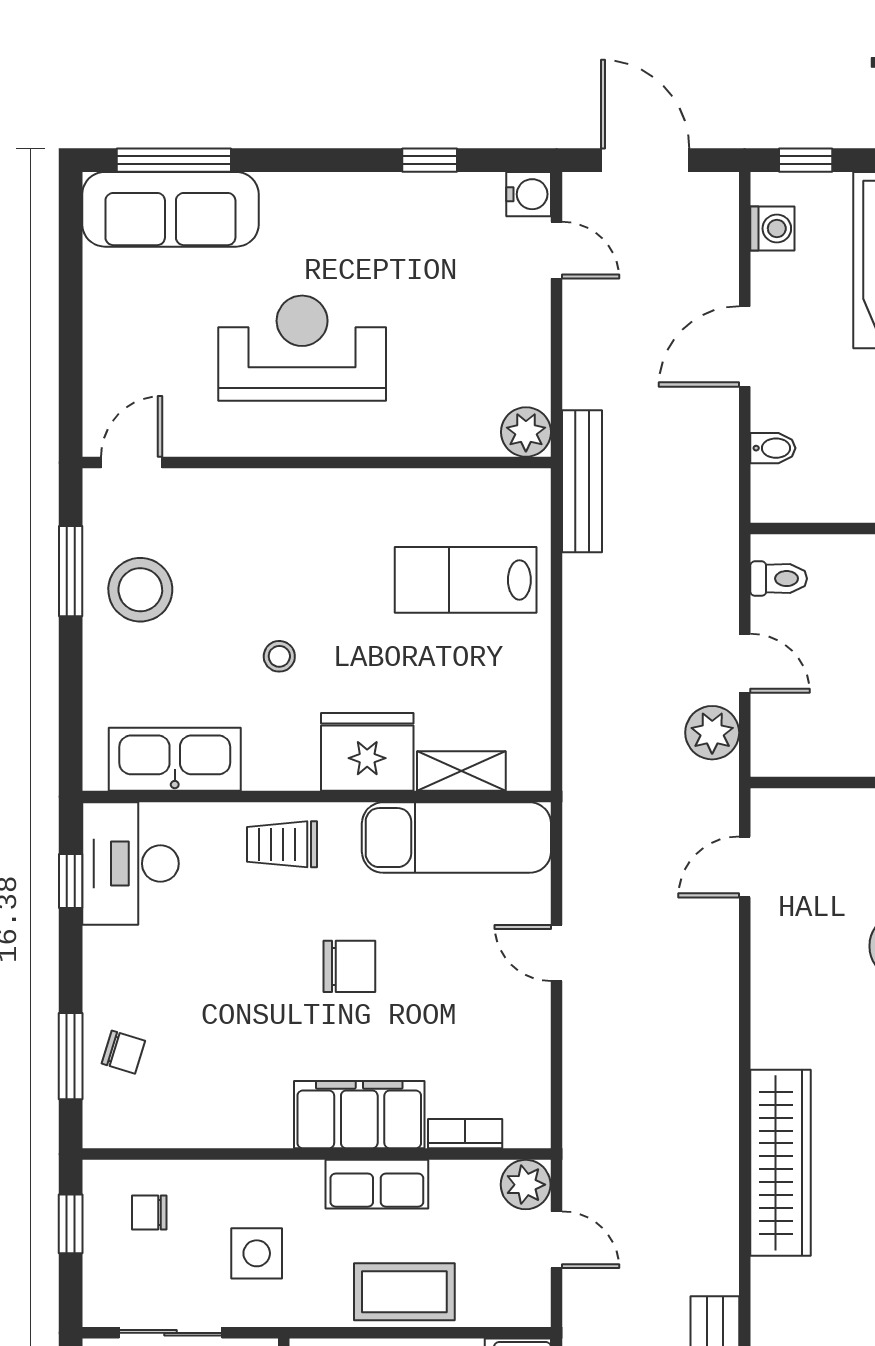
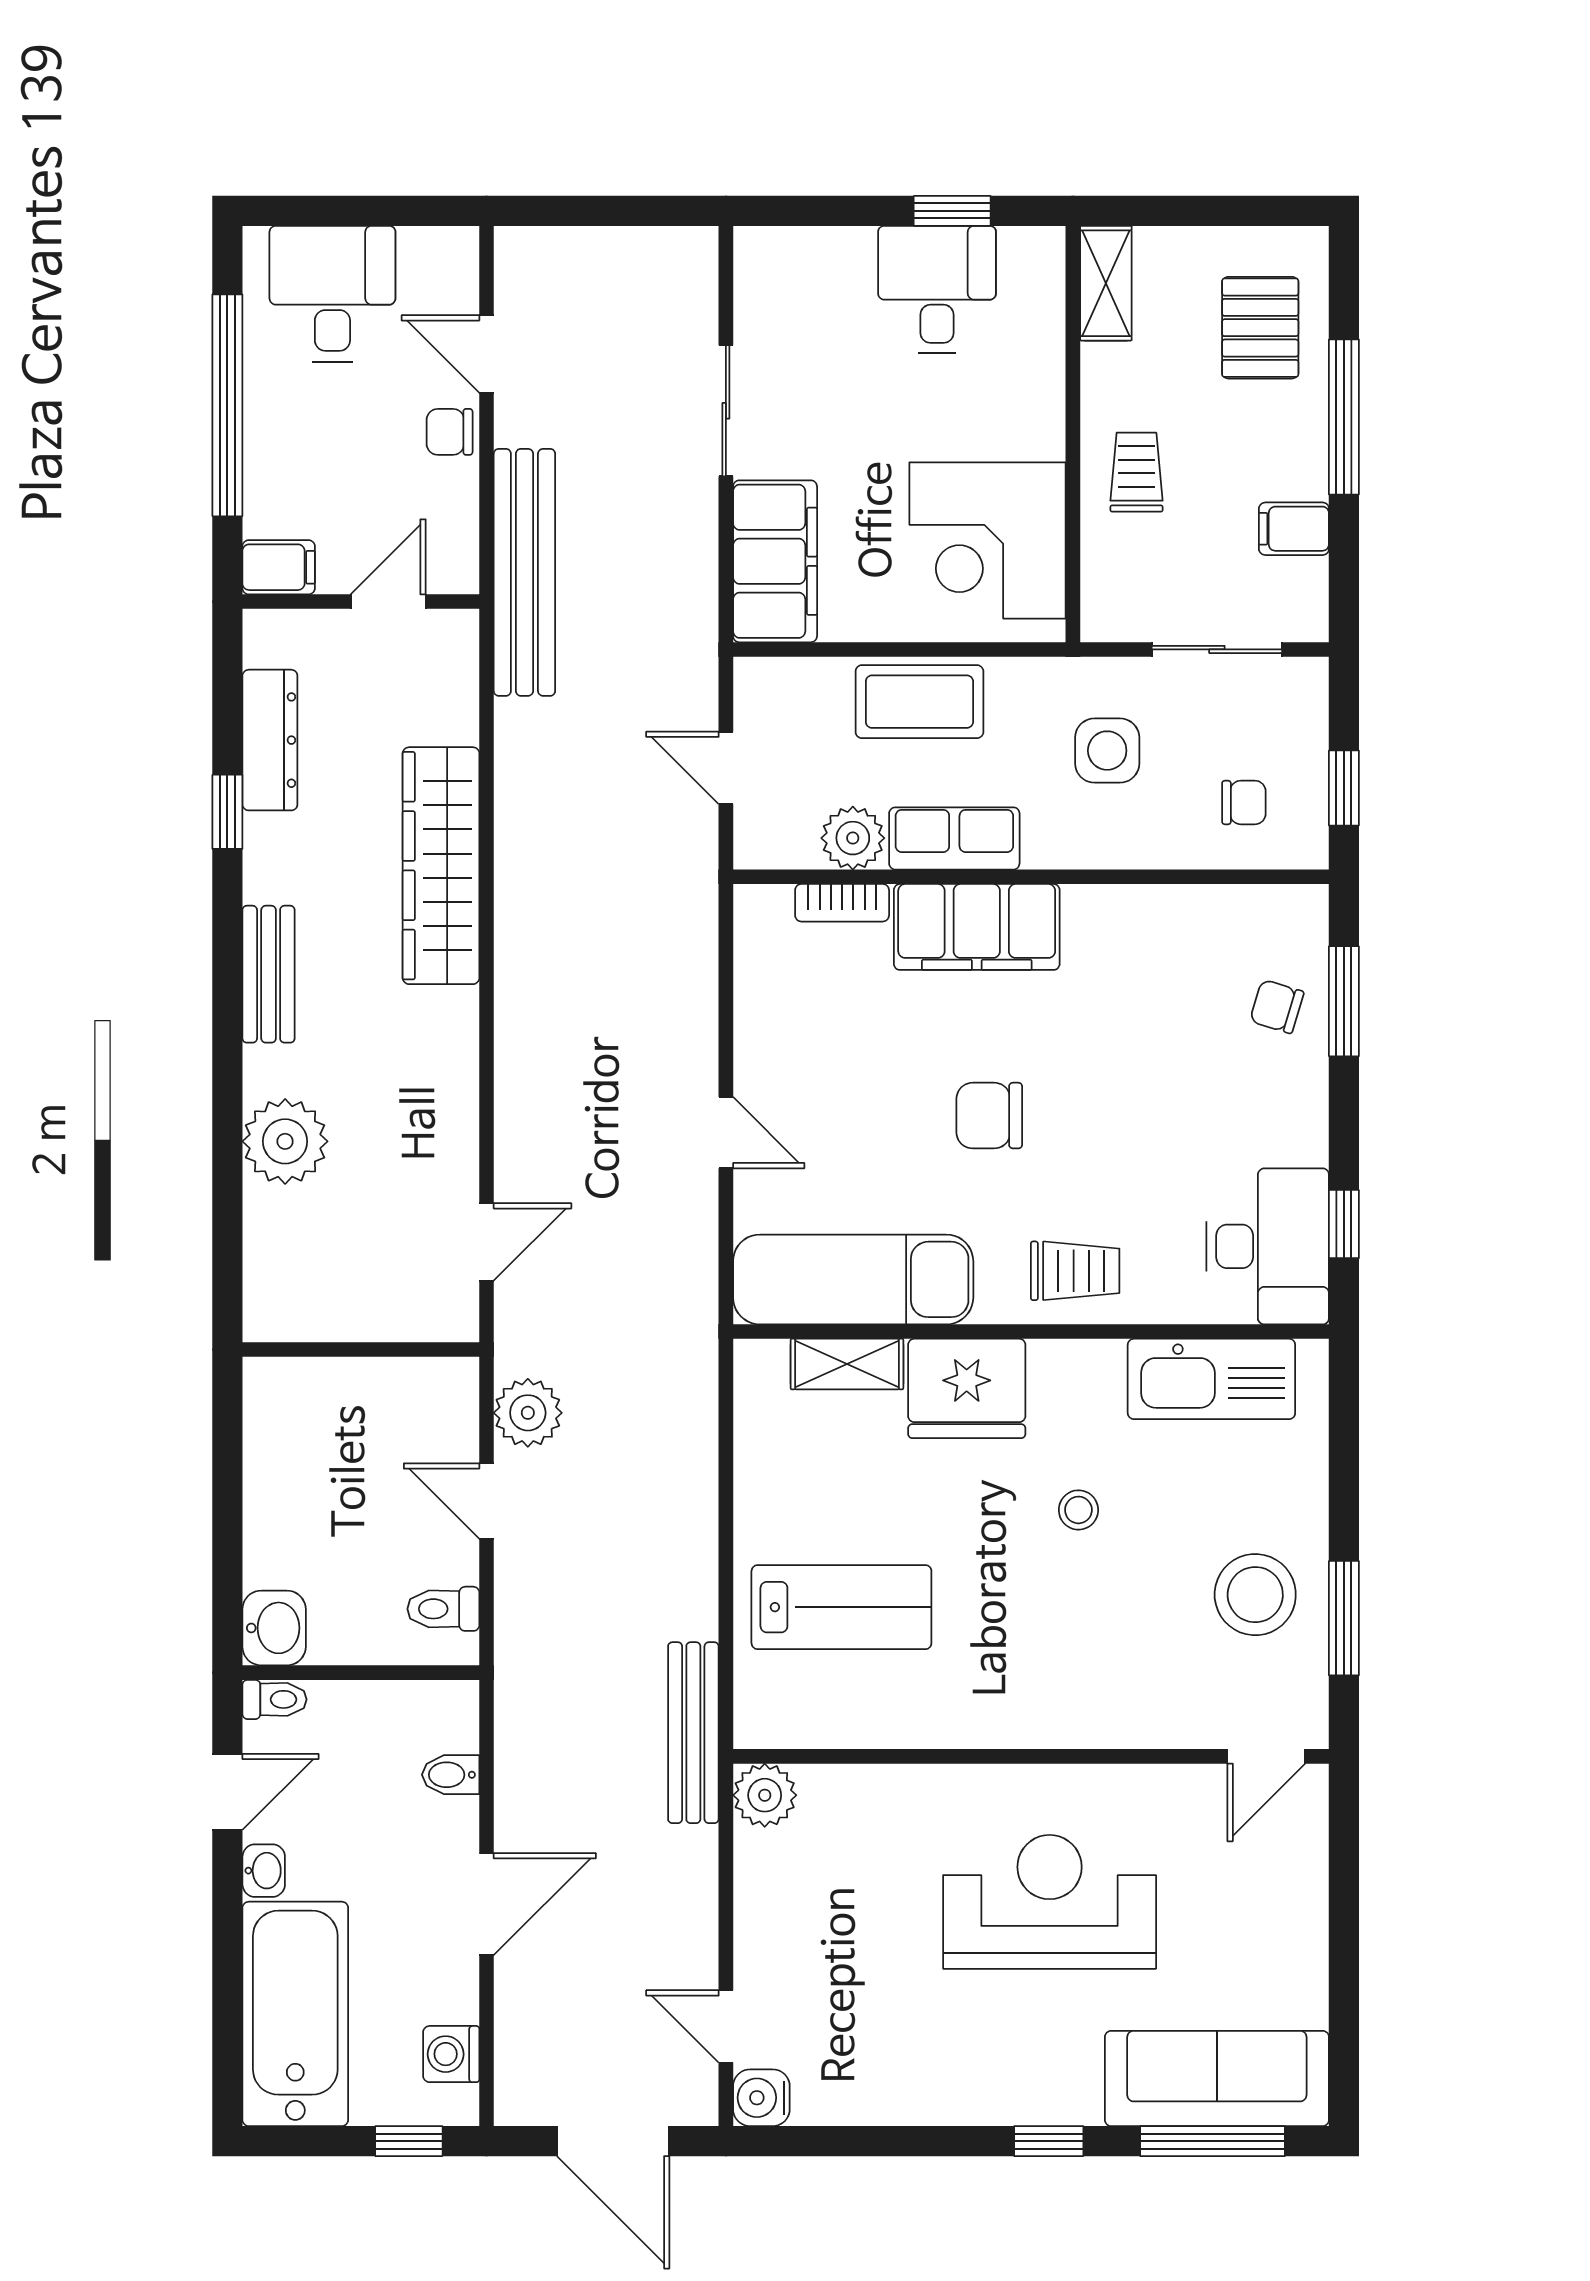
window: (430, 160) -> (1049, 2141), moved
reception desk: (302, 348) -> (1050, 1902), turned 180
plant: (526, 1185) -> (853, 838), moved

